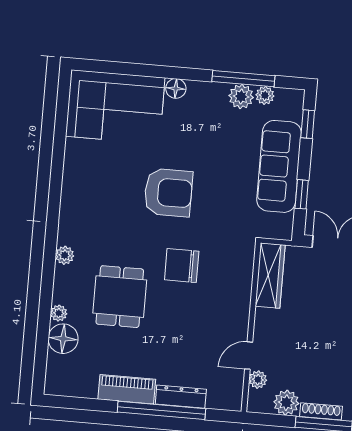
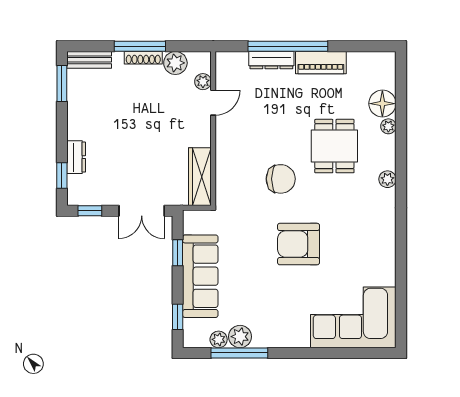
floor lamp: (176, 88) -> (300, 339), removed

